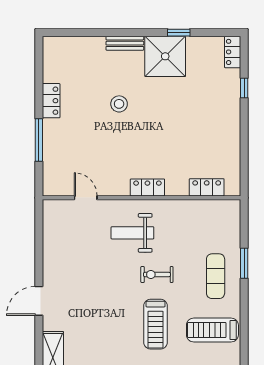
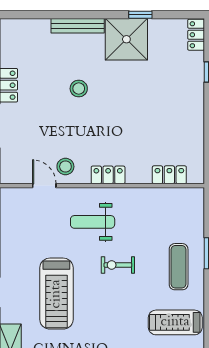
bench: (125, 43) -> (78, 26), width x1.36
stool: (106, 179) -> (65, 167), added
treadmill: (156, 324) -> (56, 294), moved, width x1.37, depth x1.38

